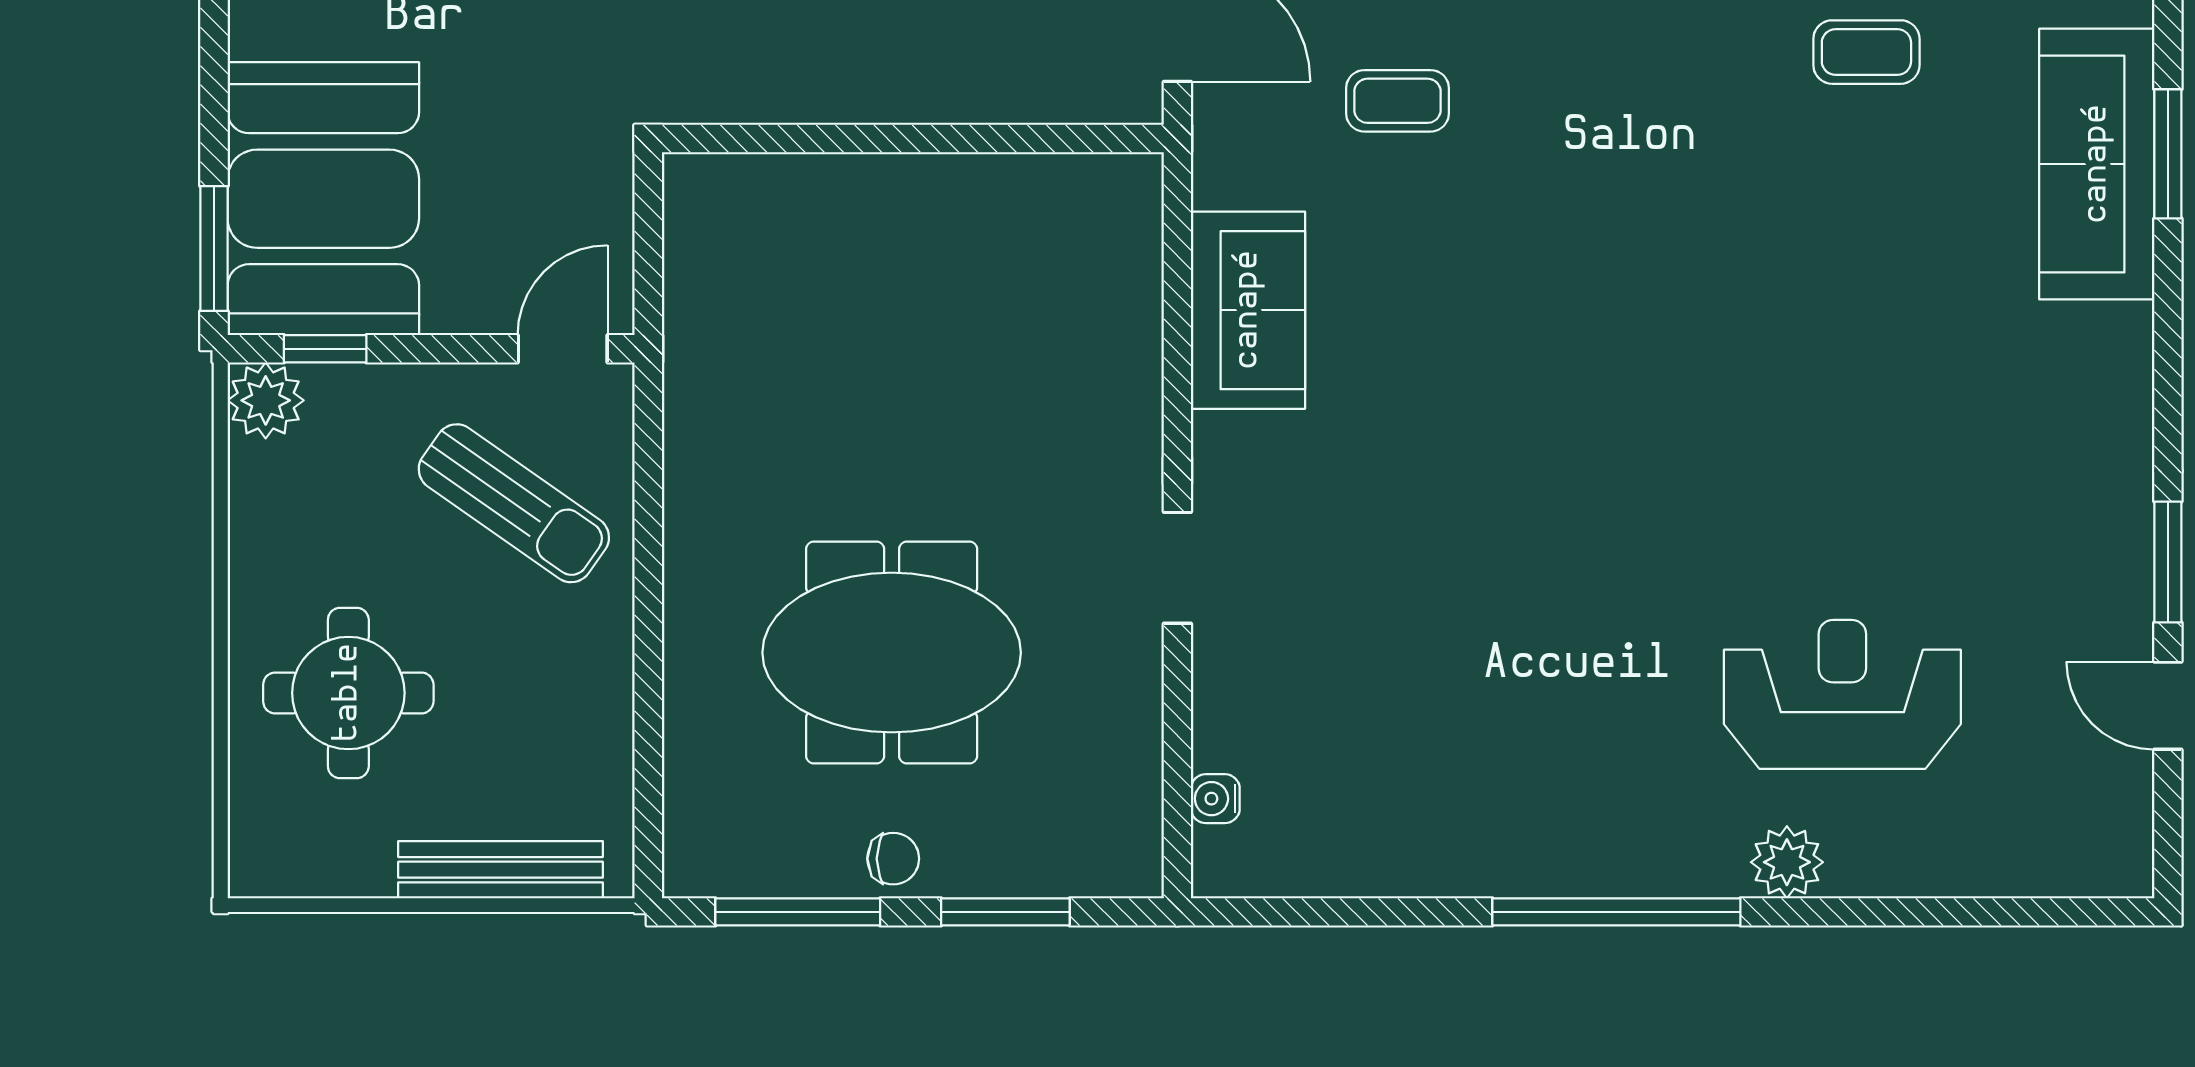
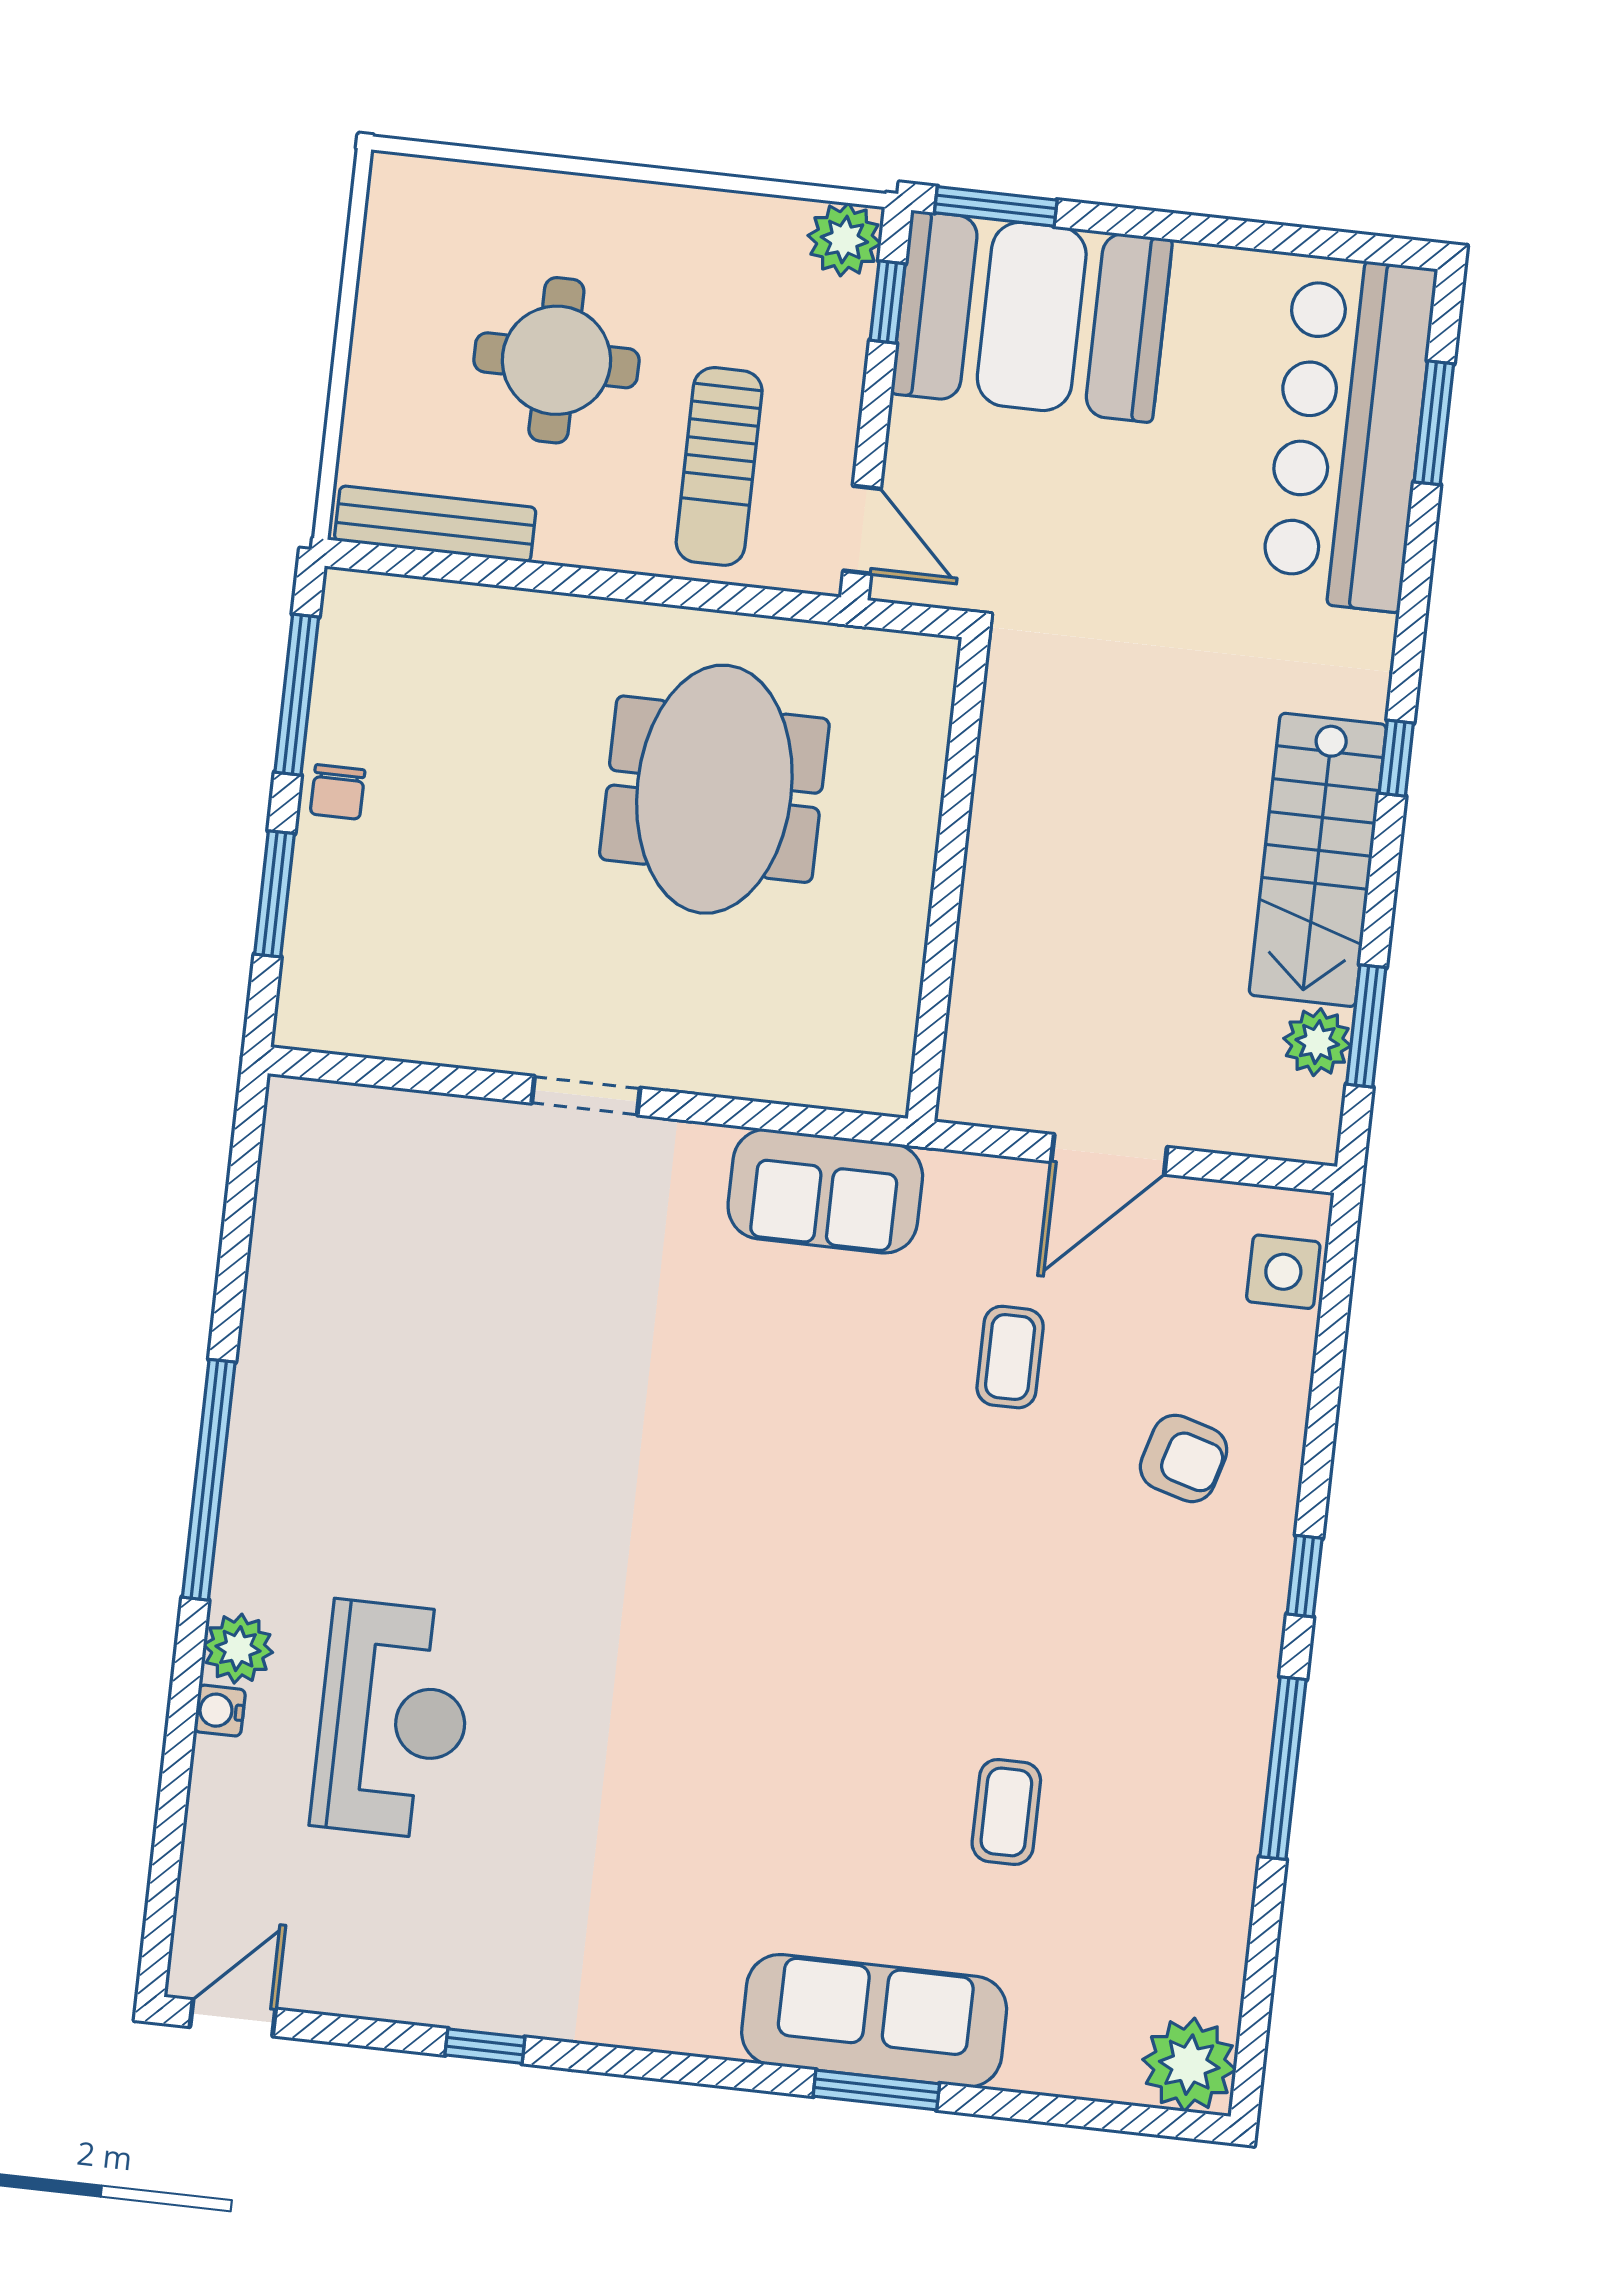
wall: (913, 138) -> (948, 879), moved
sun lounger: (514, 503) -> (719, 466), turned -35
window: (2168, 562) -> (485, 2046), width x0.67
meeting table: (892, 653) -> (714, 789), moved
round table: (348, 693) -> (556, 360), moved
door: (2168, 706) -> (233, 2018), moved
water cooler: (1215, 799) -> (220, 1711), moved, turned -90
bench: (500, 870) -> (435, 524), moved, turned 90

